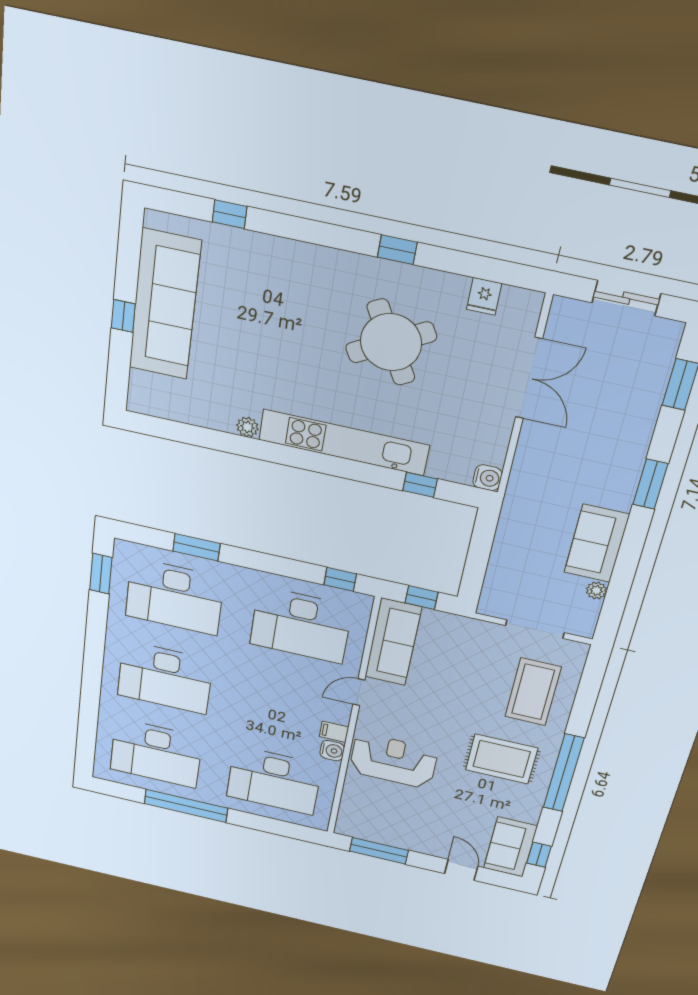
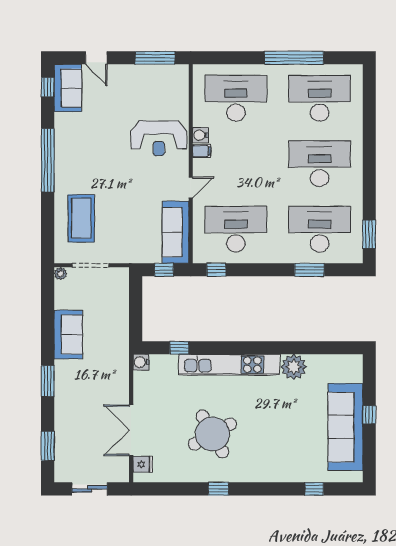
fridge: (484, 296) -> (143, 464), moved, turned 90
plant: (247, 427) -> (294, 367), width x1.88, depth x1.88
plant: (596, 590) -> (61, 274), moved
rug: (502, 759) -> (89, 160), removed

